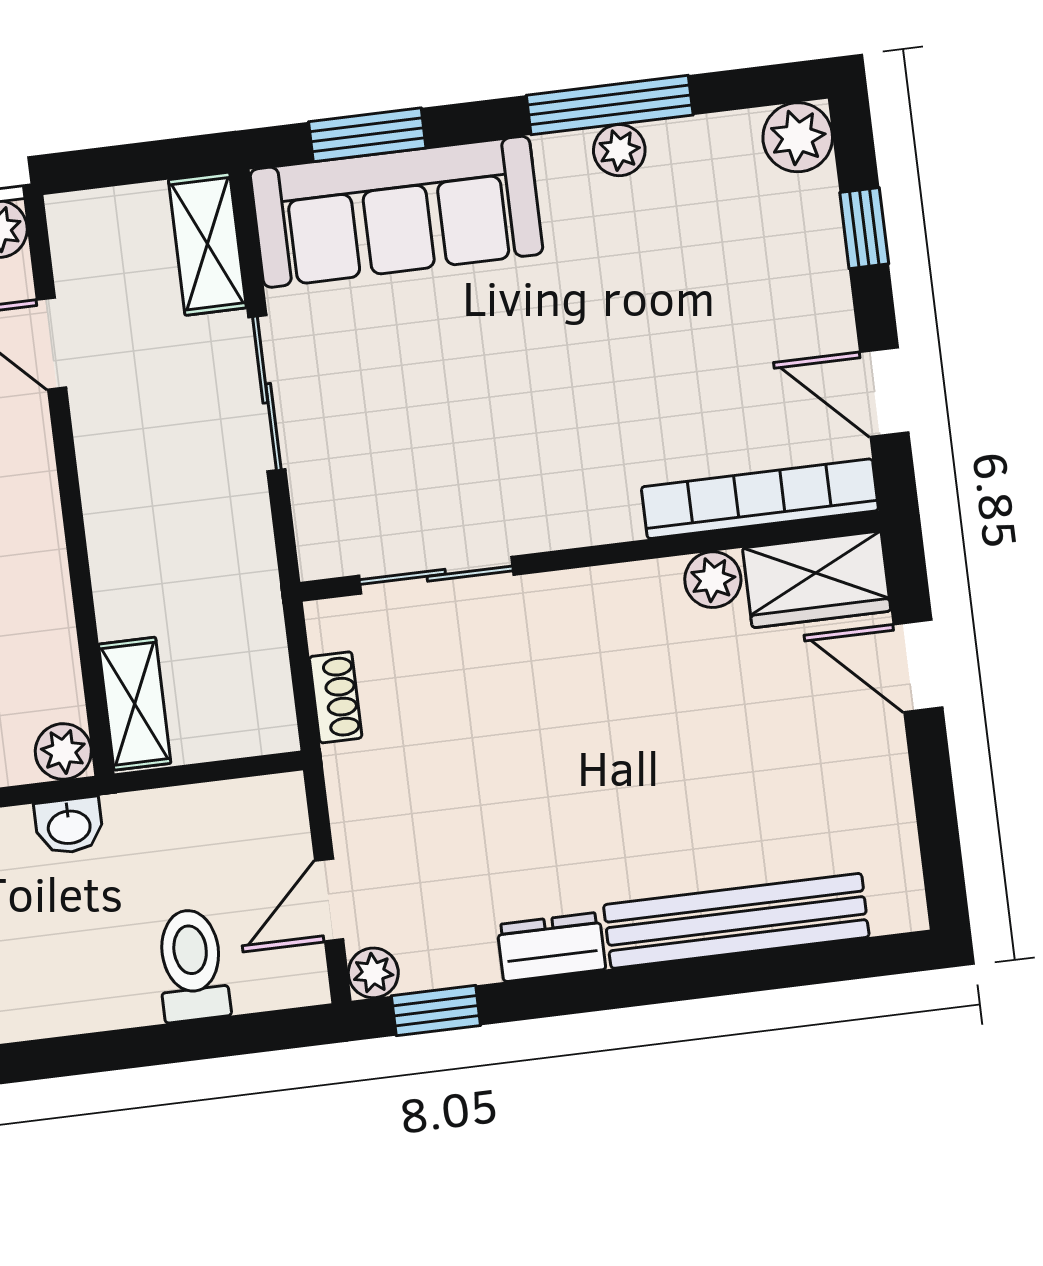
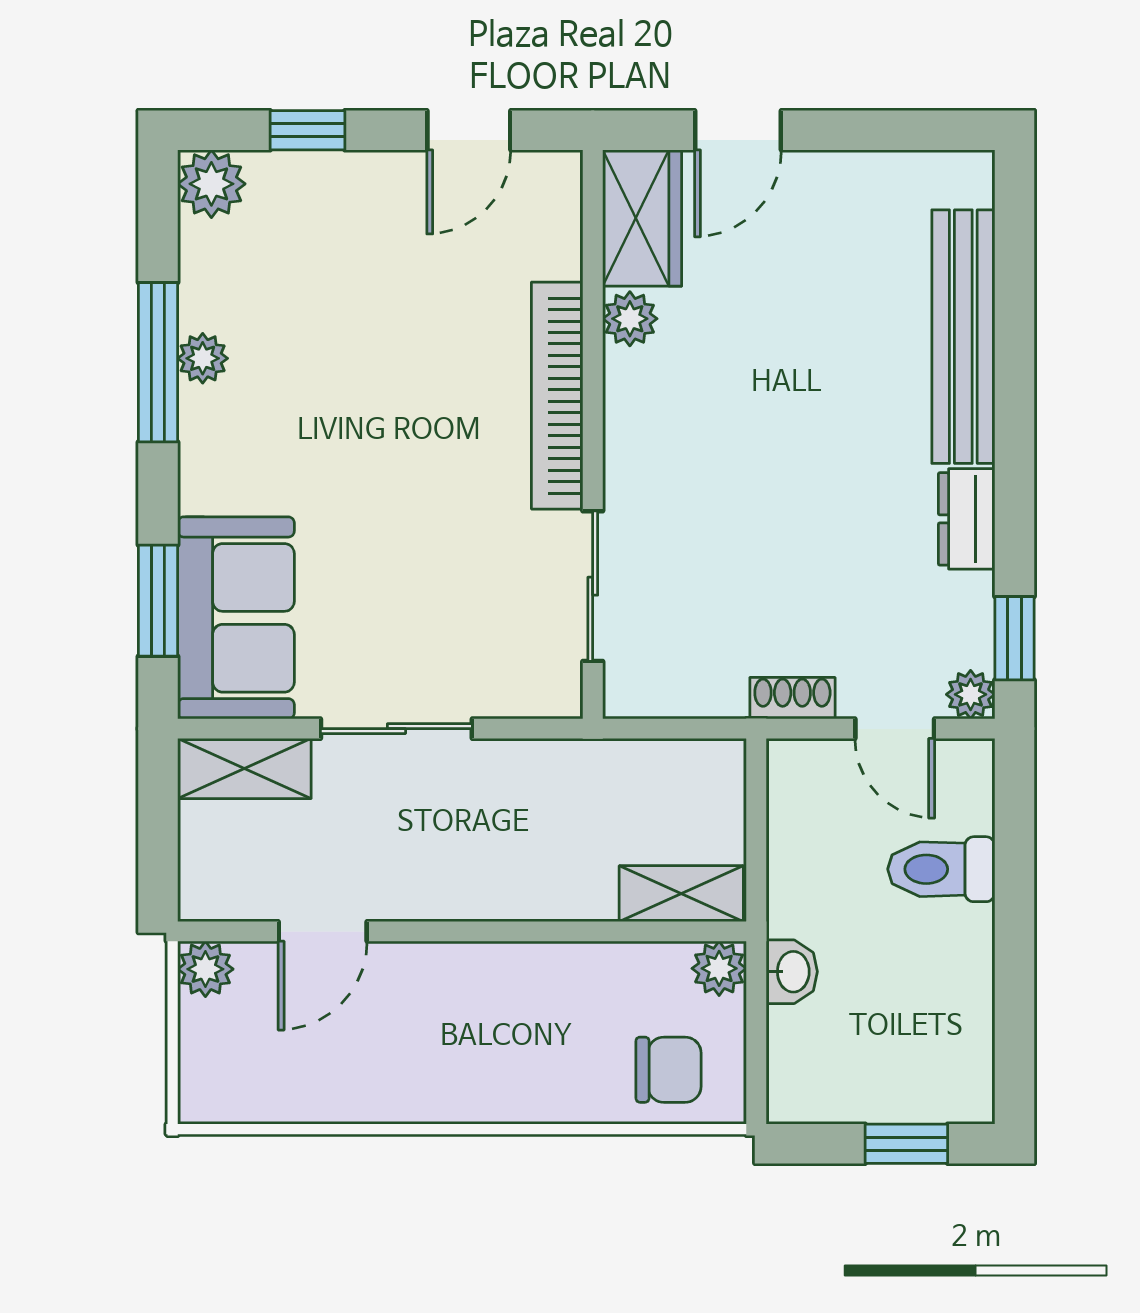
sofa: (397, 212) -> (236, 618), width x0.73
bookcase: (760, 499) -> (557, 396), moved
shoe rack: (336, 697) -> (792, 698), moved

